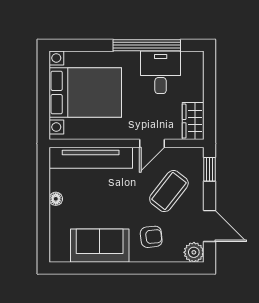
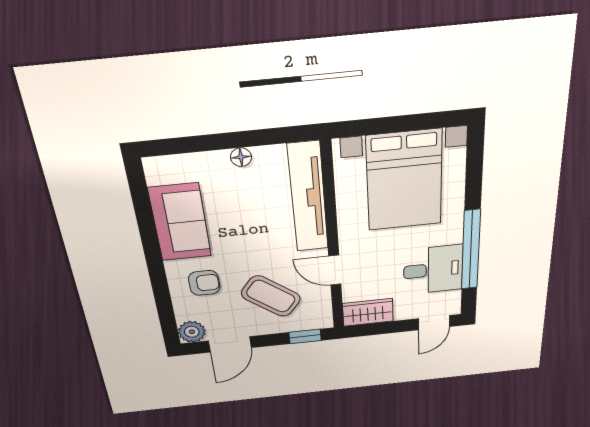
door: (210, 71) -> (434, 323), added
armchair: (151, 237) -> (204, 283), turned -84

